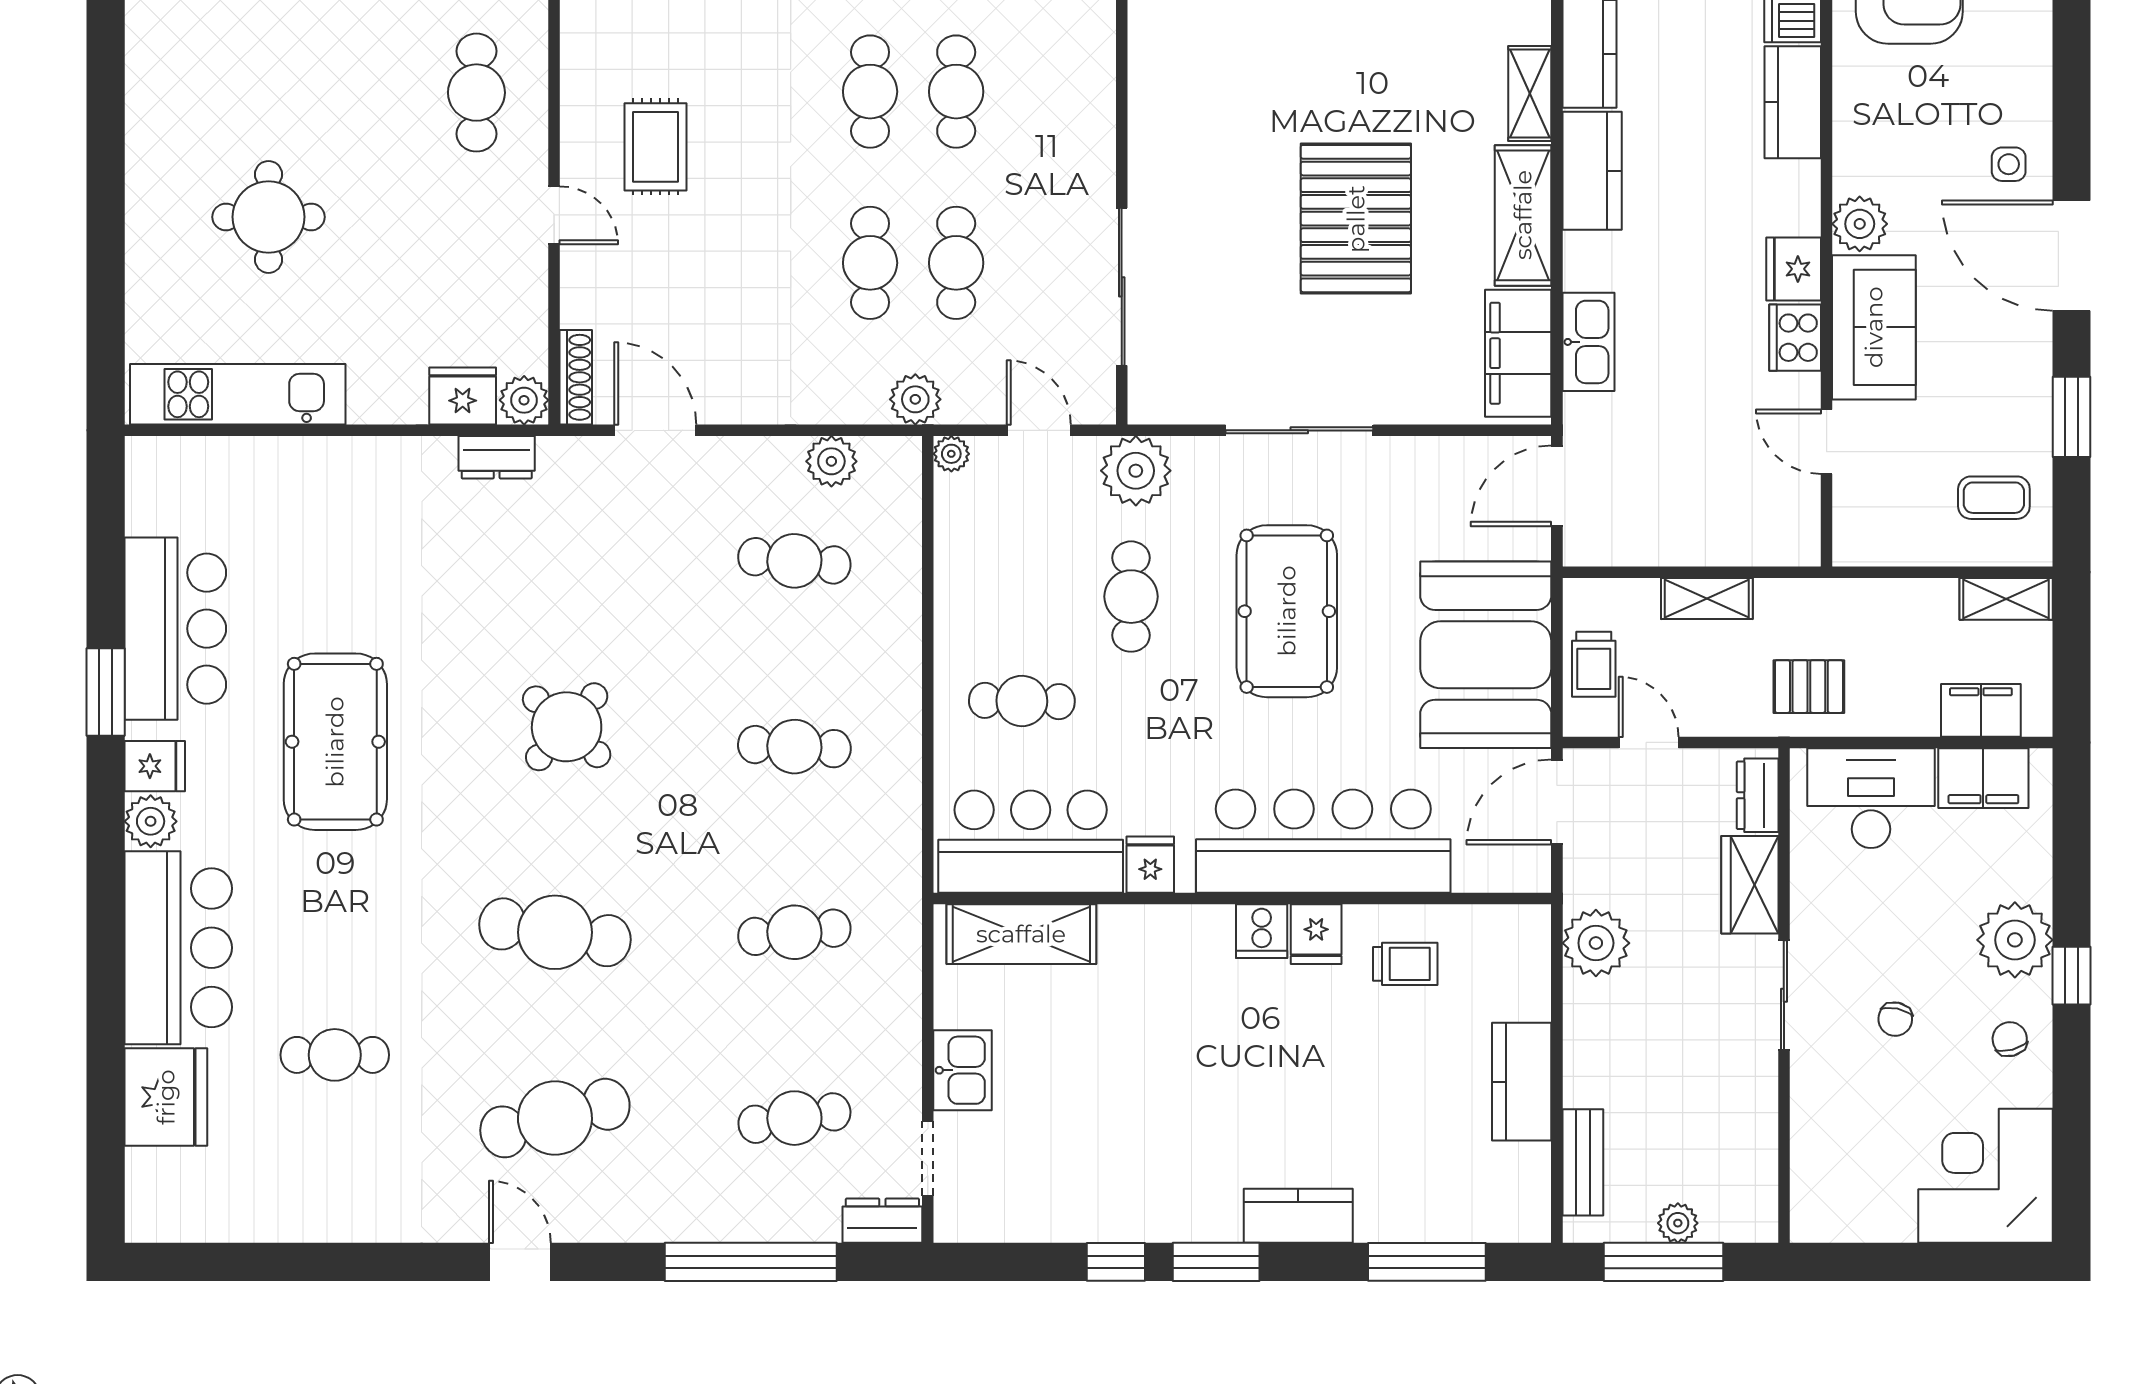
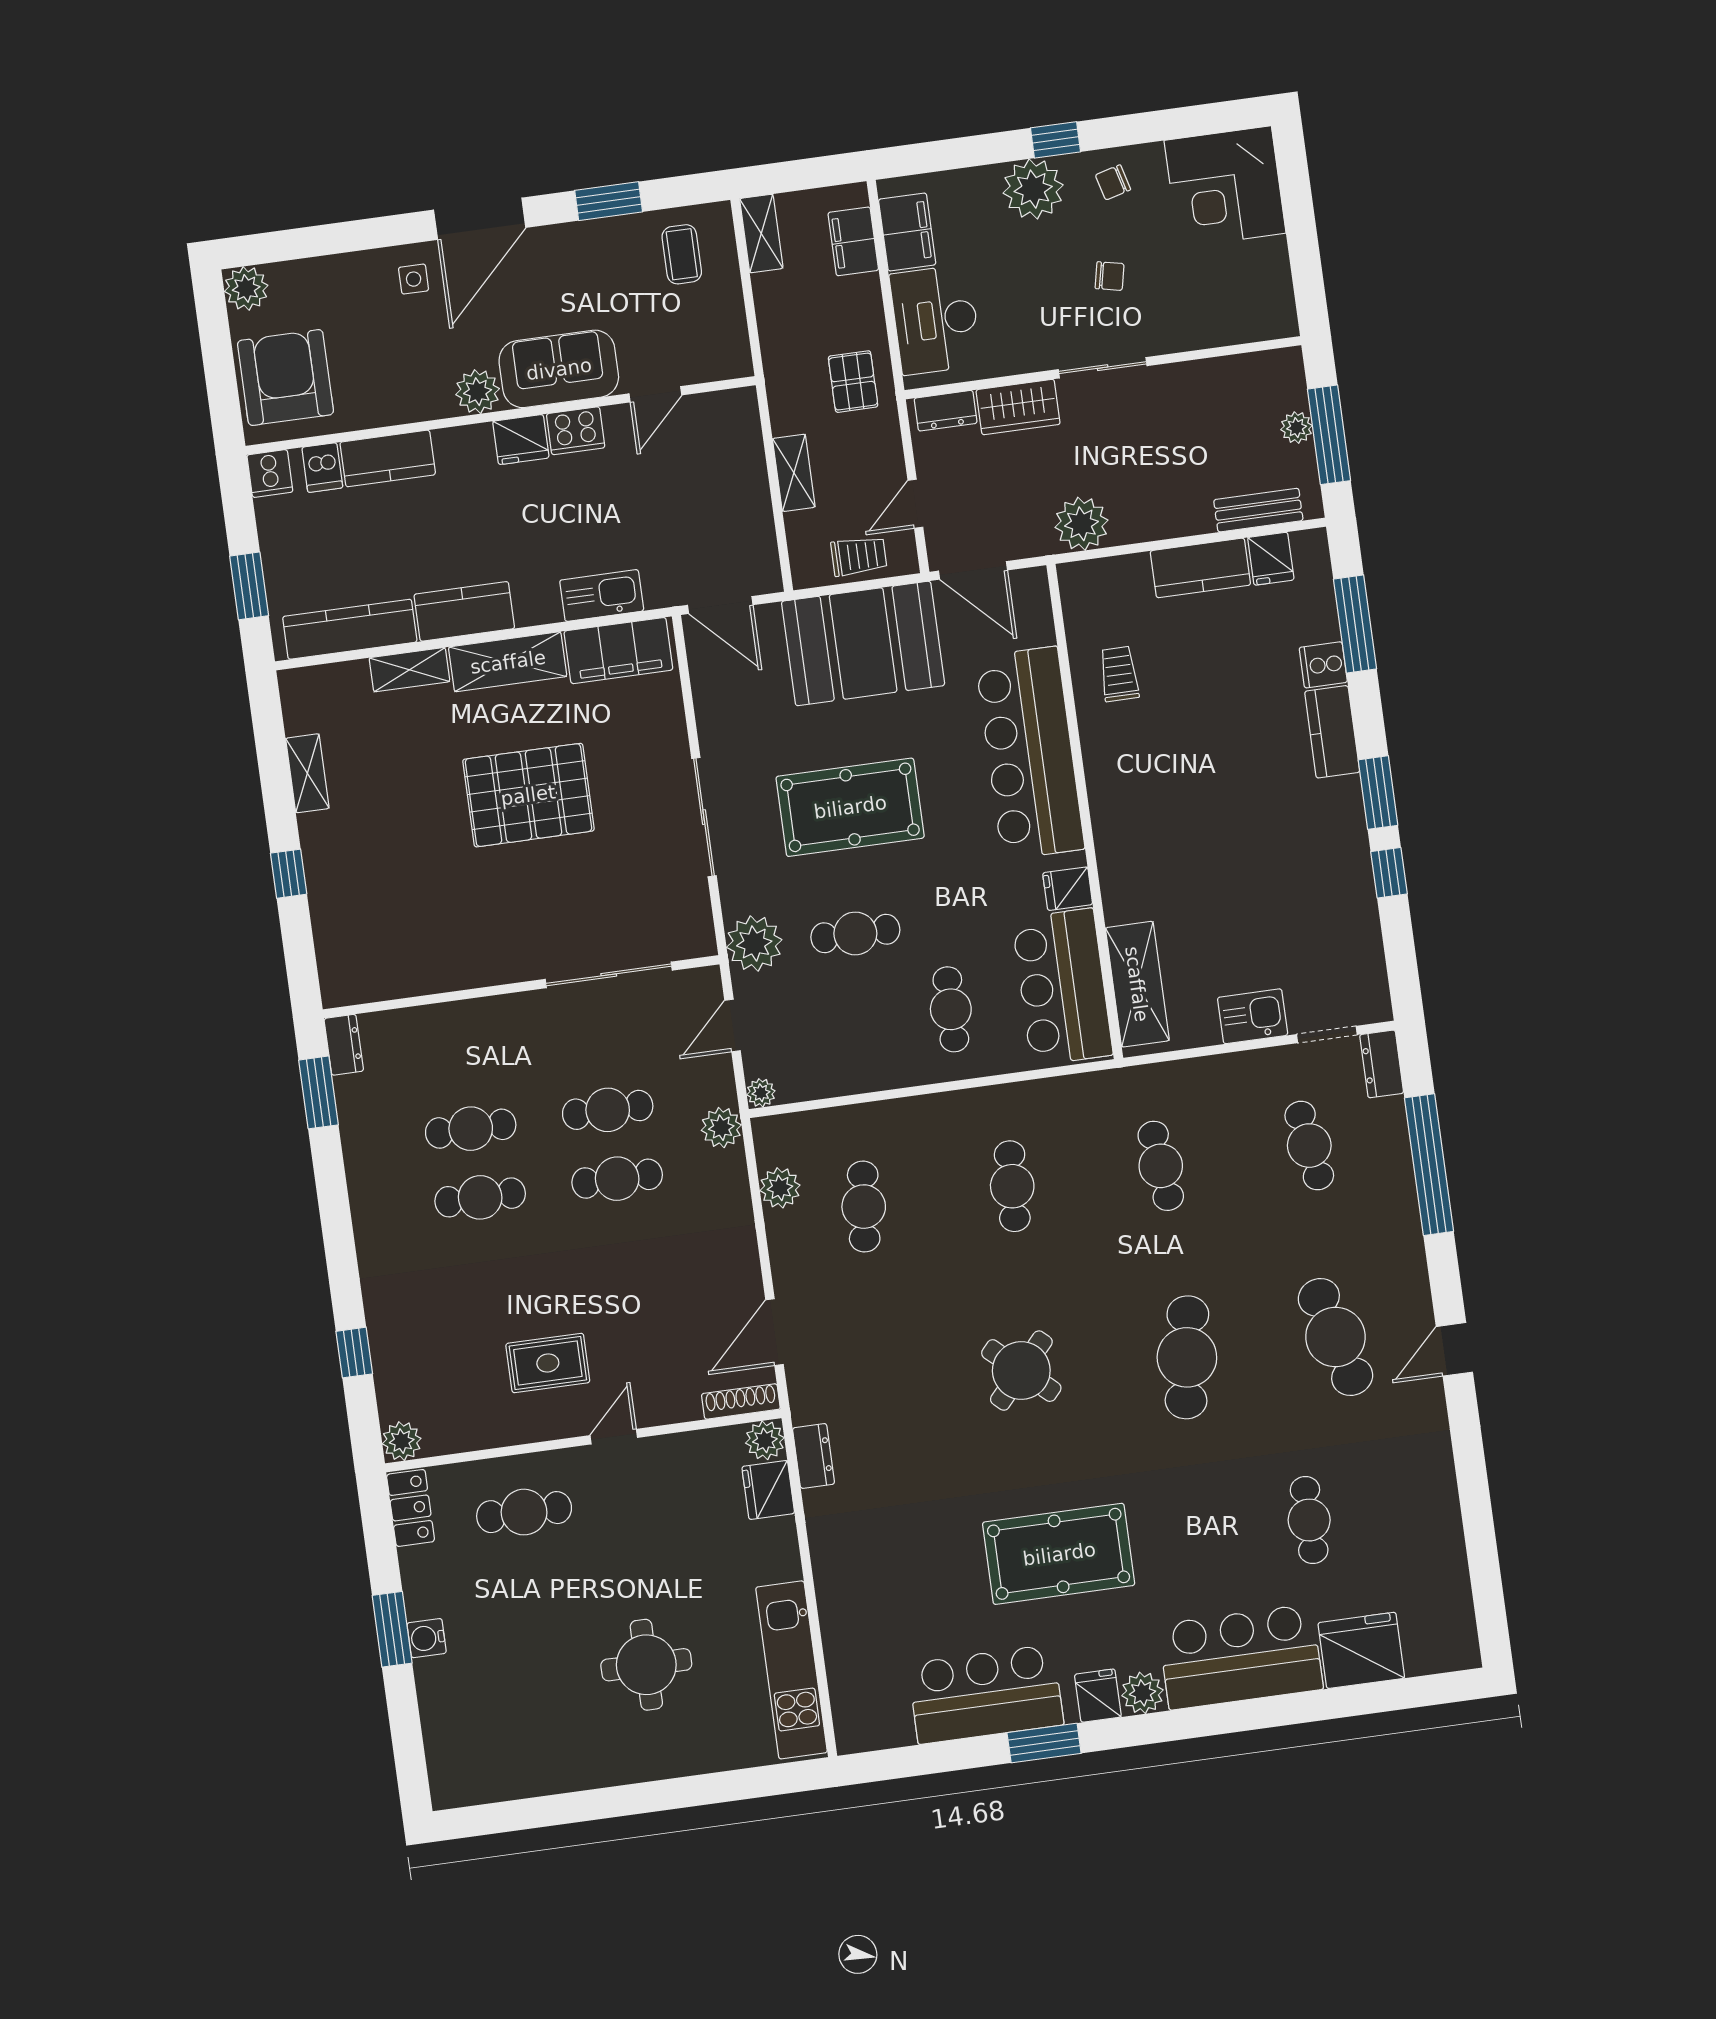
cooker: (1262, 931) -> (1323, 665), moved, turned 180
fridge: (1316, 934) -> (1271, 559), moved, turned 90

